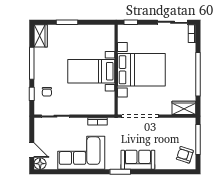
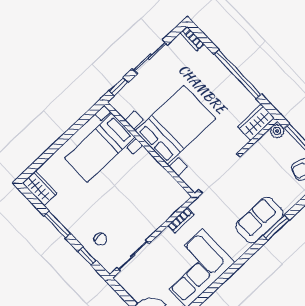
window: (67, 22) -> (53, 149), removed
sliding door: (172, 22) -> (150, 57), moved
window: (32, 63) -> (57, 225), width x0.69
bed with nightstands: (91, 71) -> (100, 148), moved
plant: (191, 123) -> (277, 131), added
window: (120, 172) -> (276, 228), moved

